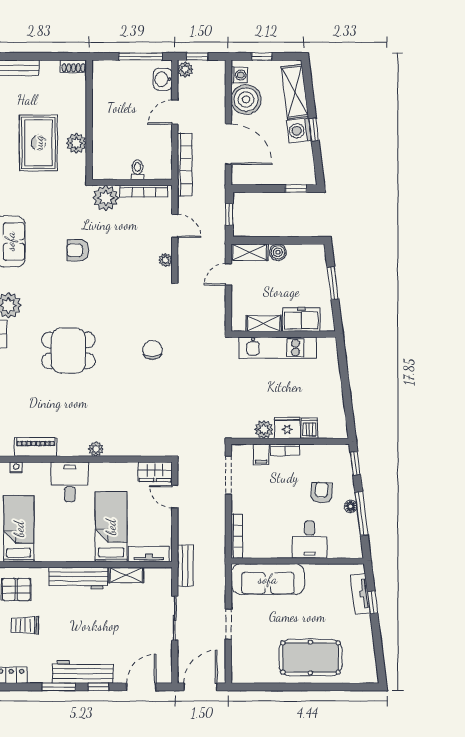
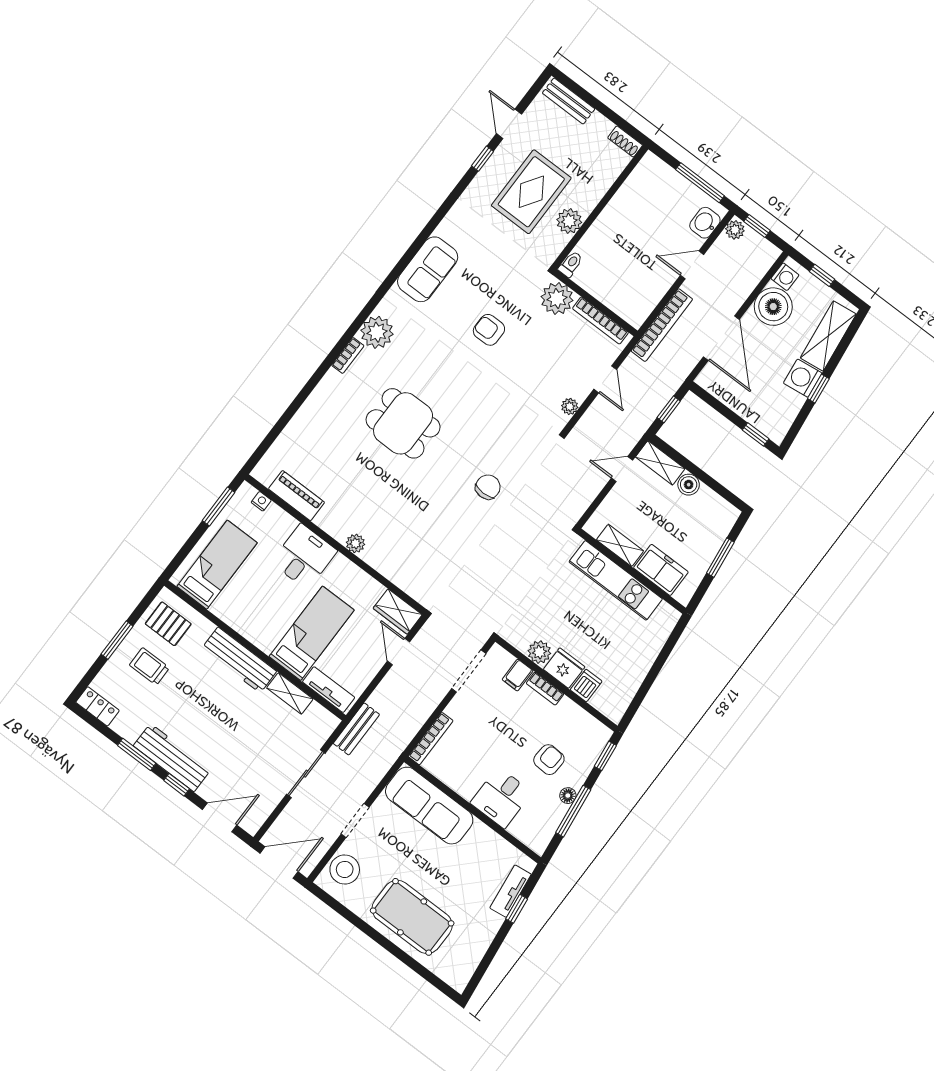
toilet: (137, 170) -> (571, 264), moved
stool: (245, 660) -> (345, 869), added

